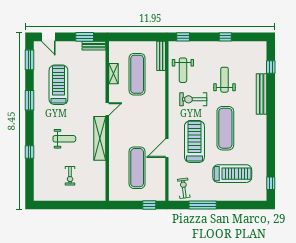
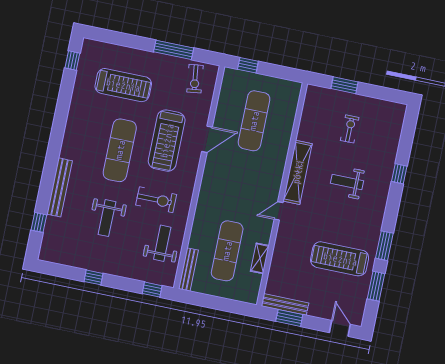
bench: (94, 46) -> (285, 304), width x1.36
window: (29, 60) -> (376, 286), moved
treadmill: (58, 85) -> (340, 259), turned 90
treadmill: (232, 174) -> (123, 85), turned 180
window: (80, 205) -> (345, 85), added

